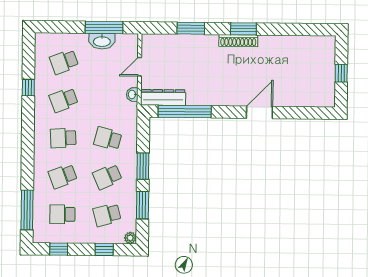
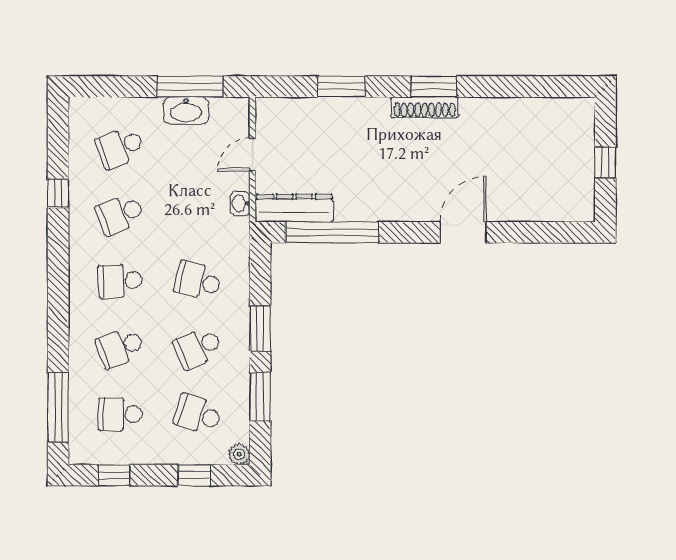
school desk: (107, 215) -> (198, 414), turned 33

